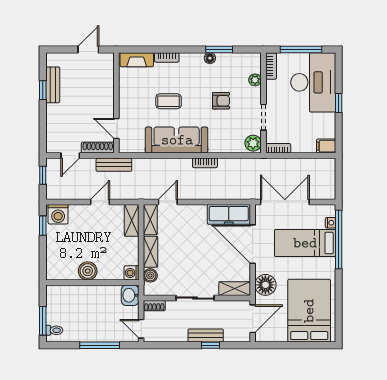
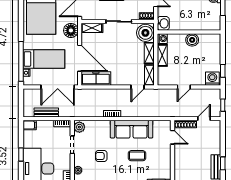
bench: (114, 165) -> (46, 112), moved
shelving: (132, 220) -> (162, 55), moved
boiler: (150, 275) -> (145, 33), width x1.86, depth x1.86

